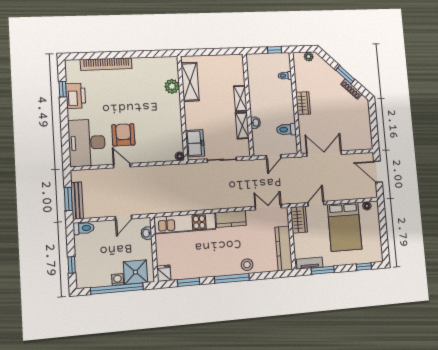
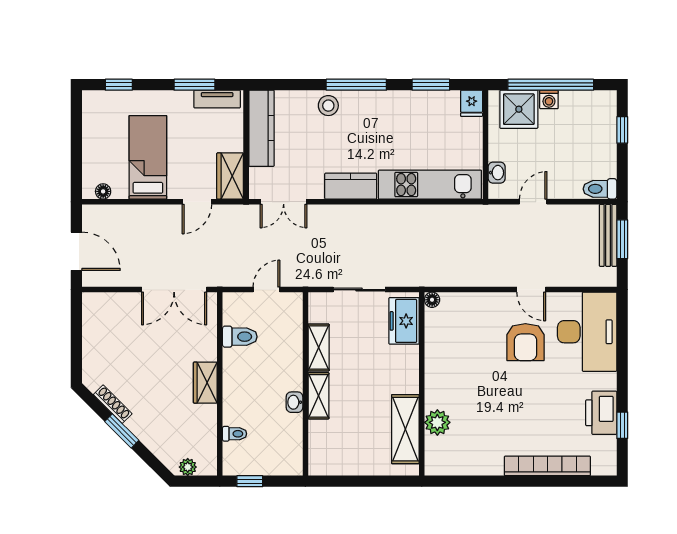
washbasin: (256, 123) -> (294, 402), moved
bed: (345, 227) -> (148, 157), width x0.67

